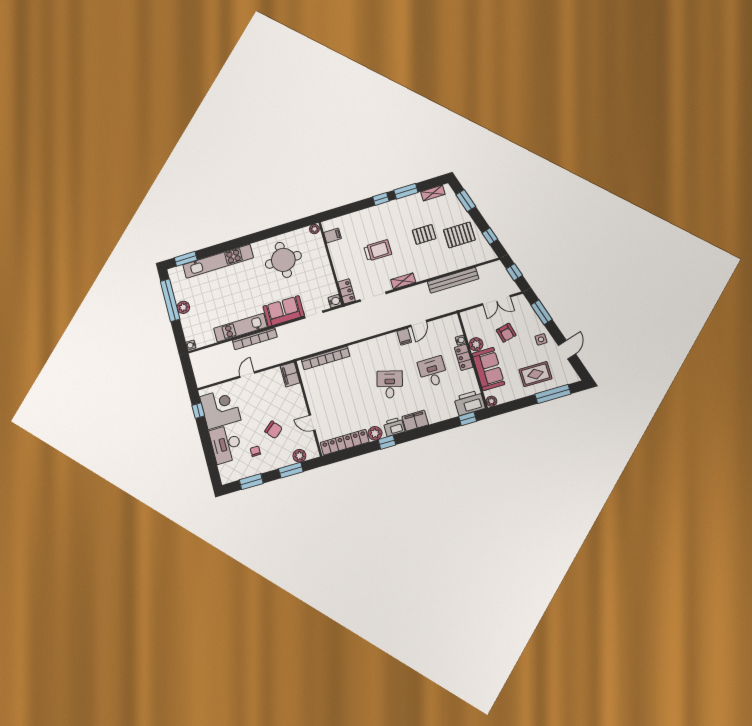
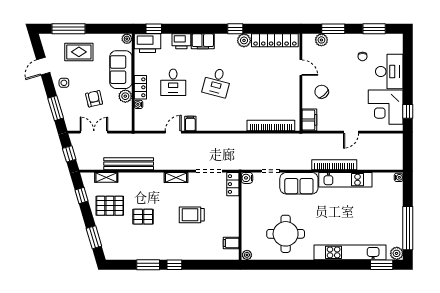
shelving: (433, 193) -> (106, 177), moved
plant: (183, 307) -> (397, 253), moved
printer: (394, 427) -> (181, 41), moved
chair: (274, 430) -> (322, 92), moved

